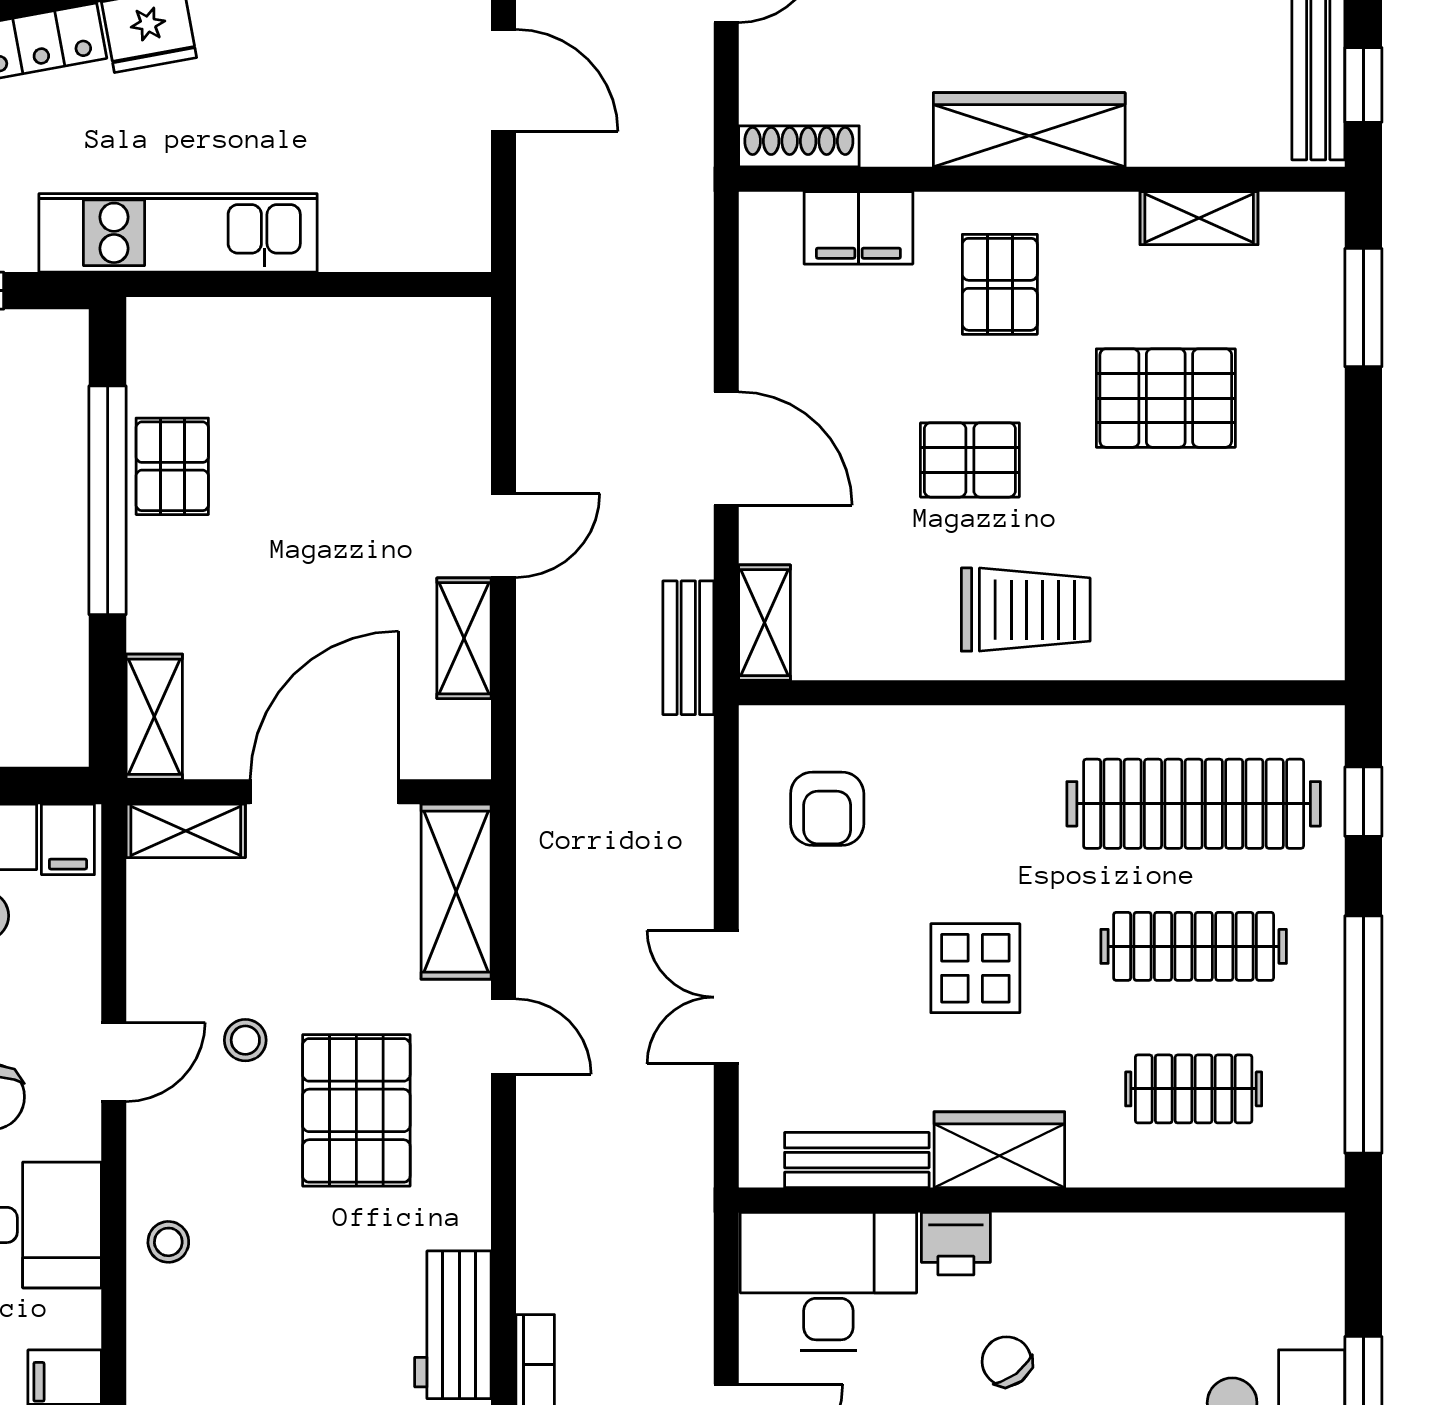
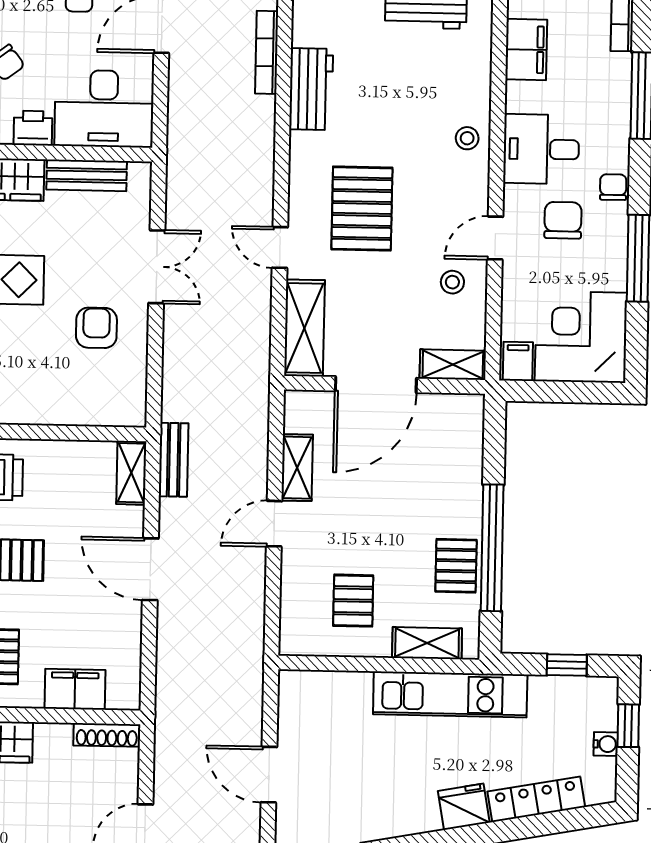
pallet: (357, 399) -> (353, 601), added
shelving: (154, 717) -> (427, 643), moved, turned 90
armchair: (827, 809) -> (96, 328), moved
stool: (245, 1040) -> (452, 282), moved

